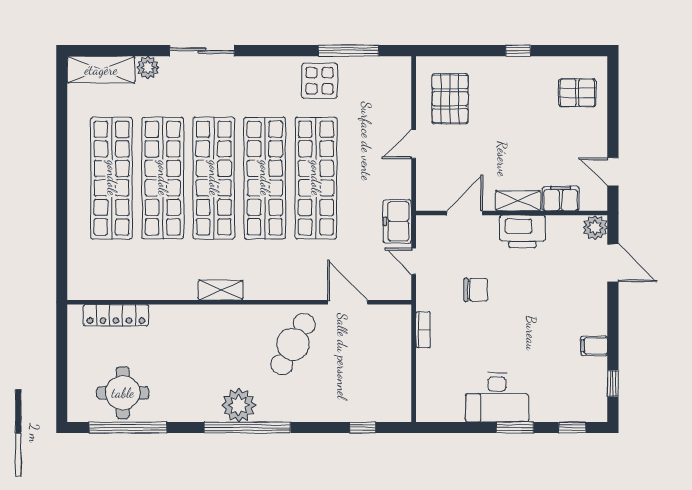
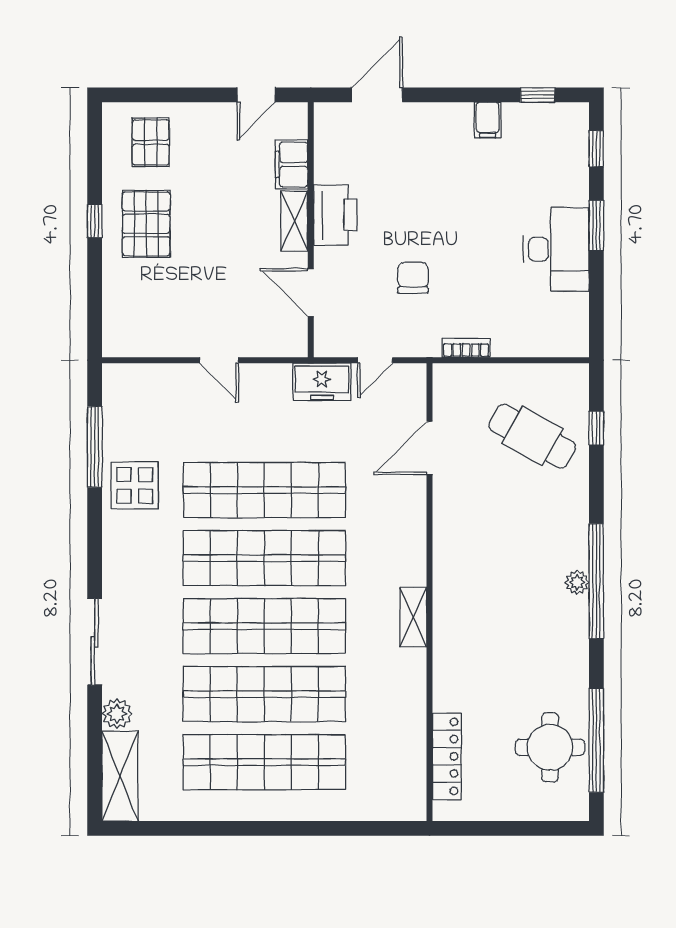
pallet: (450, 99) -> (146, 224), moved, turned 90
plant: (595, 227) -> (330, 119), removed
cafe table: (293, 344) -> (532, 436), moved
plant: (239, 405) -> (577, 582), width x0.53, depth x0.53

